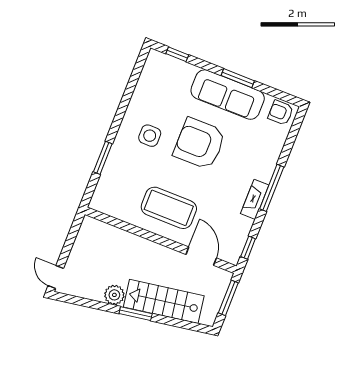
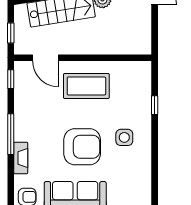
window: (103, 158) -> (155, 105), width x0.67
fireplace: (255, 199) -> (21, 158), moved
window: (228, 298) -> (11, 33), width x0.67

